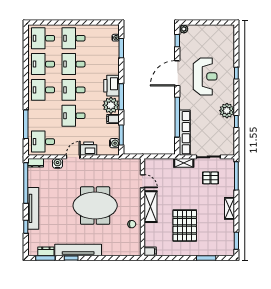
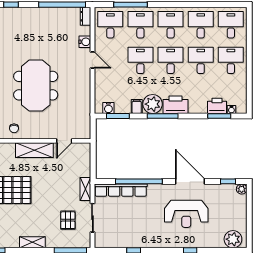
plant: (227, 111) -> (233, 239), moved
desk: (43, 116) -> (140, 25), added
printer: (89, 149) -> (217, 106), moved, turned -90
tv unit: (33, 208) -> (32, 13), removed

